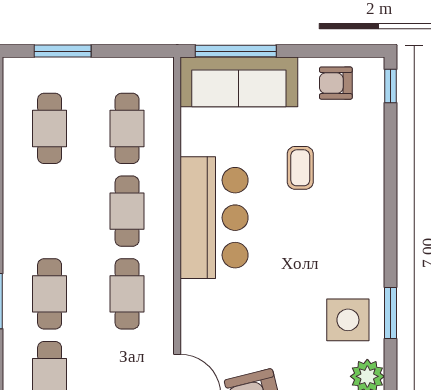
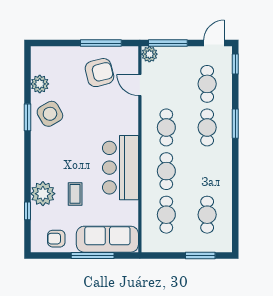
window: (236, 51) -> (93, 255), moved
armchair: (336, 83) -> (56, 239), turned 180
window: (391, 86) -> (27, 211), moved
plant: (361, 168) -> (43, 194), added
side table: (348, 320) -> (50, 114), turned -30

